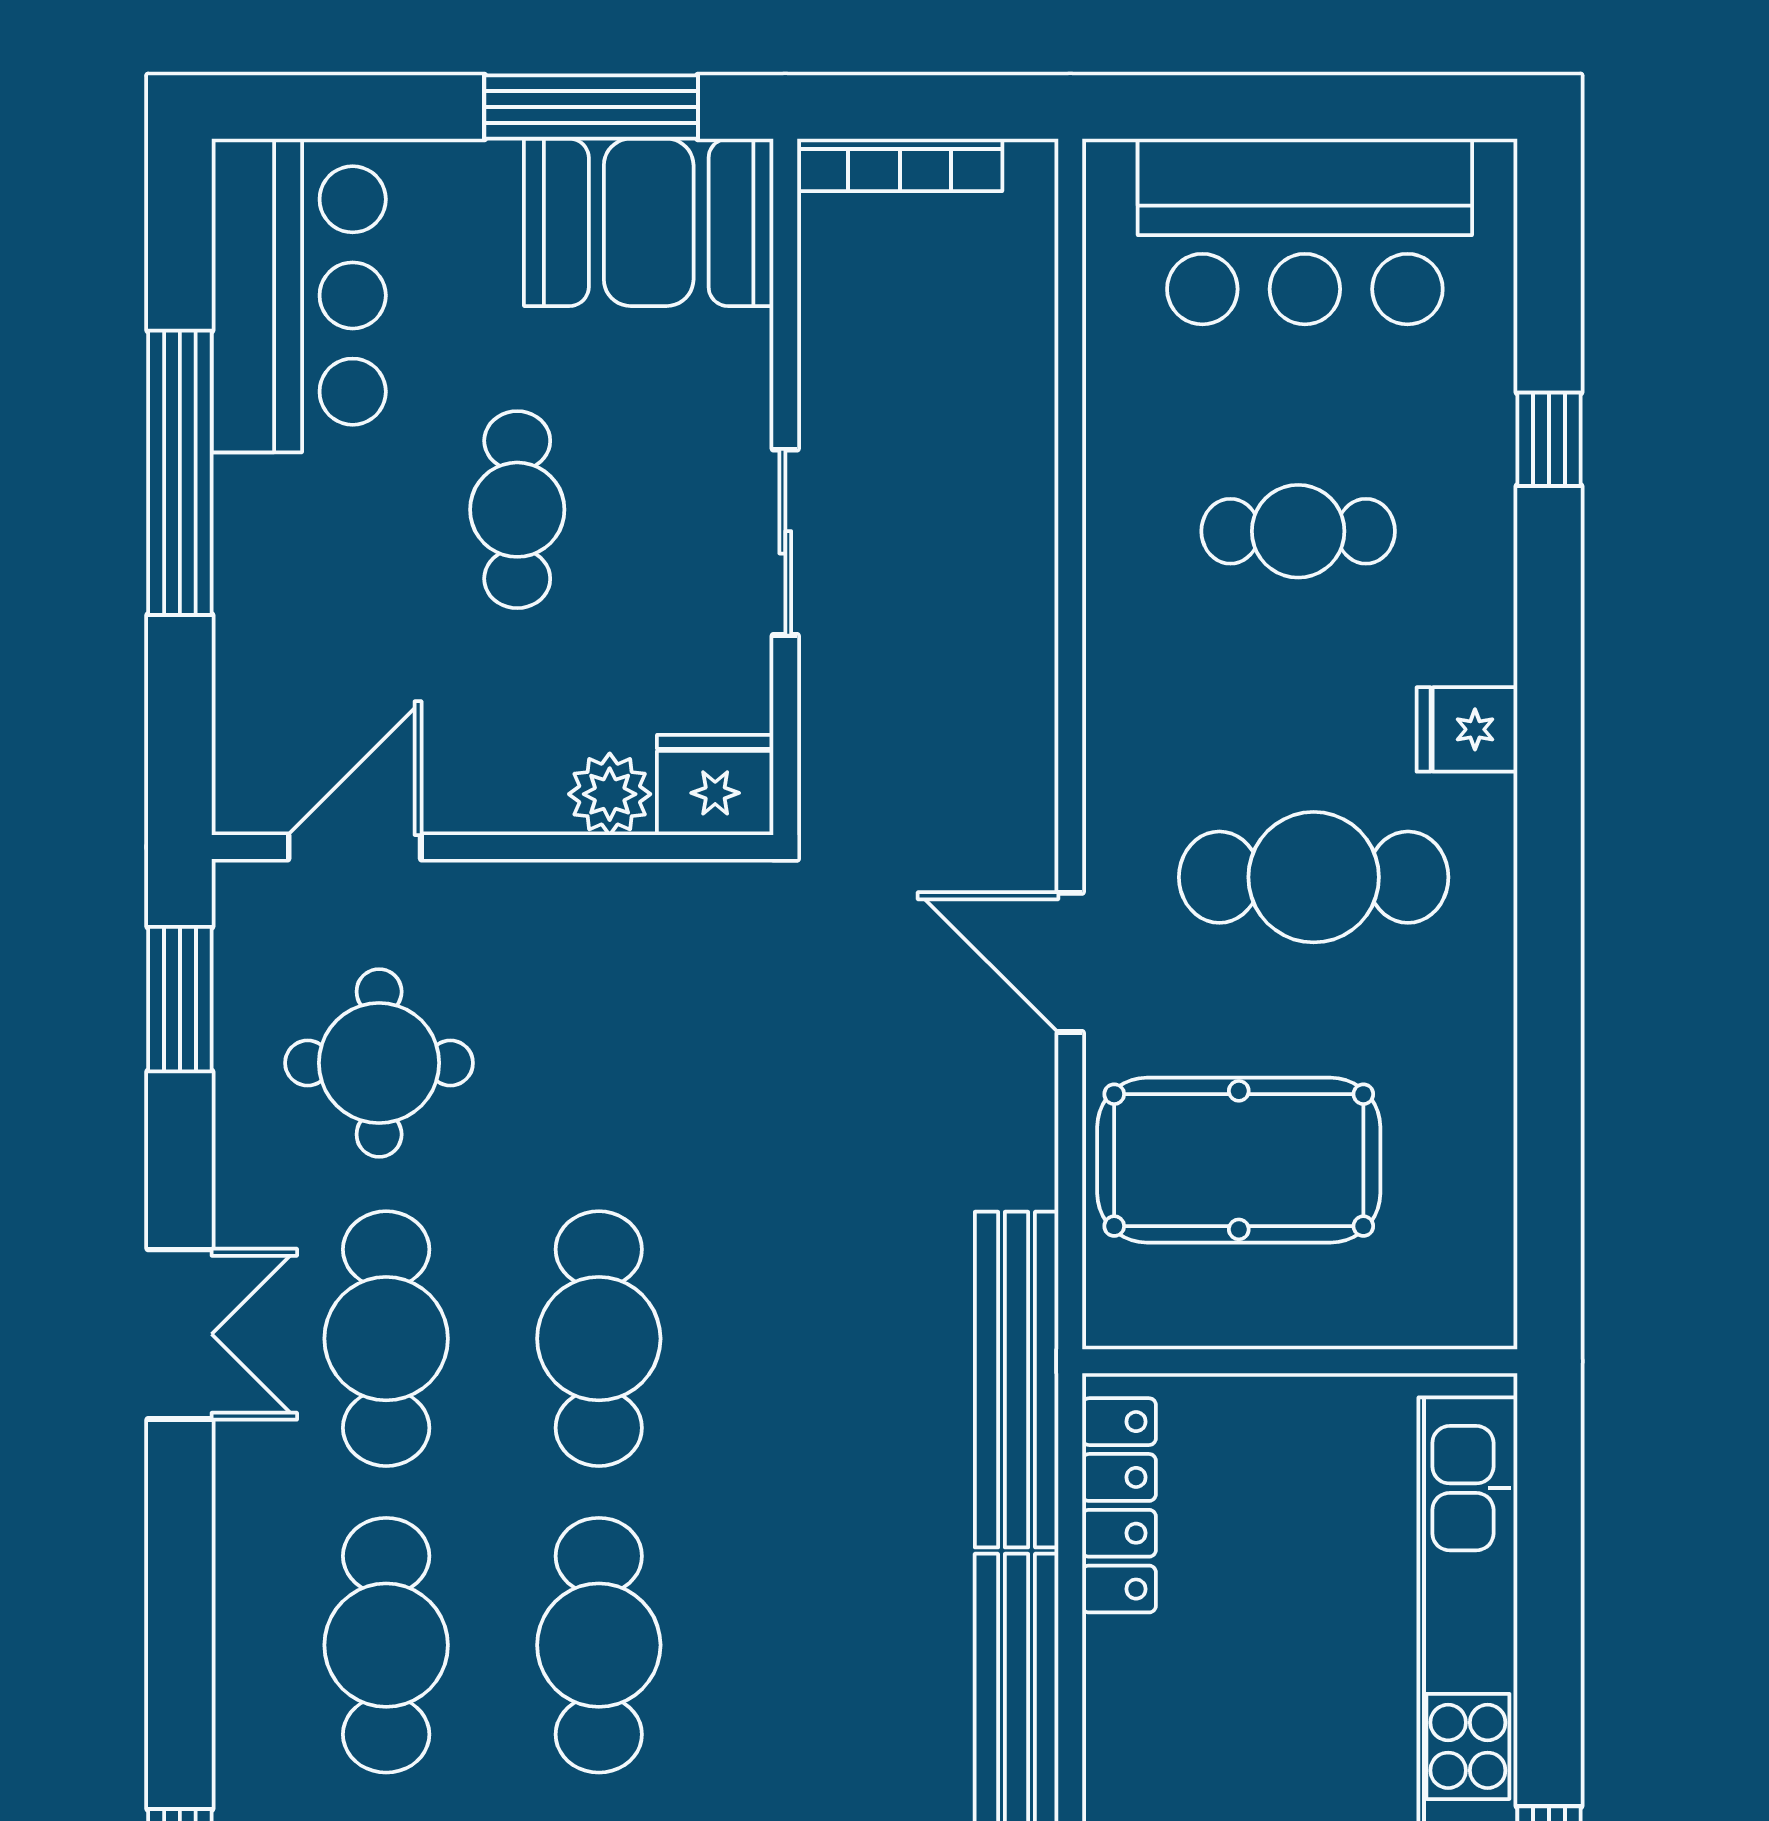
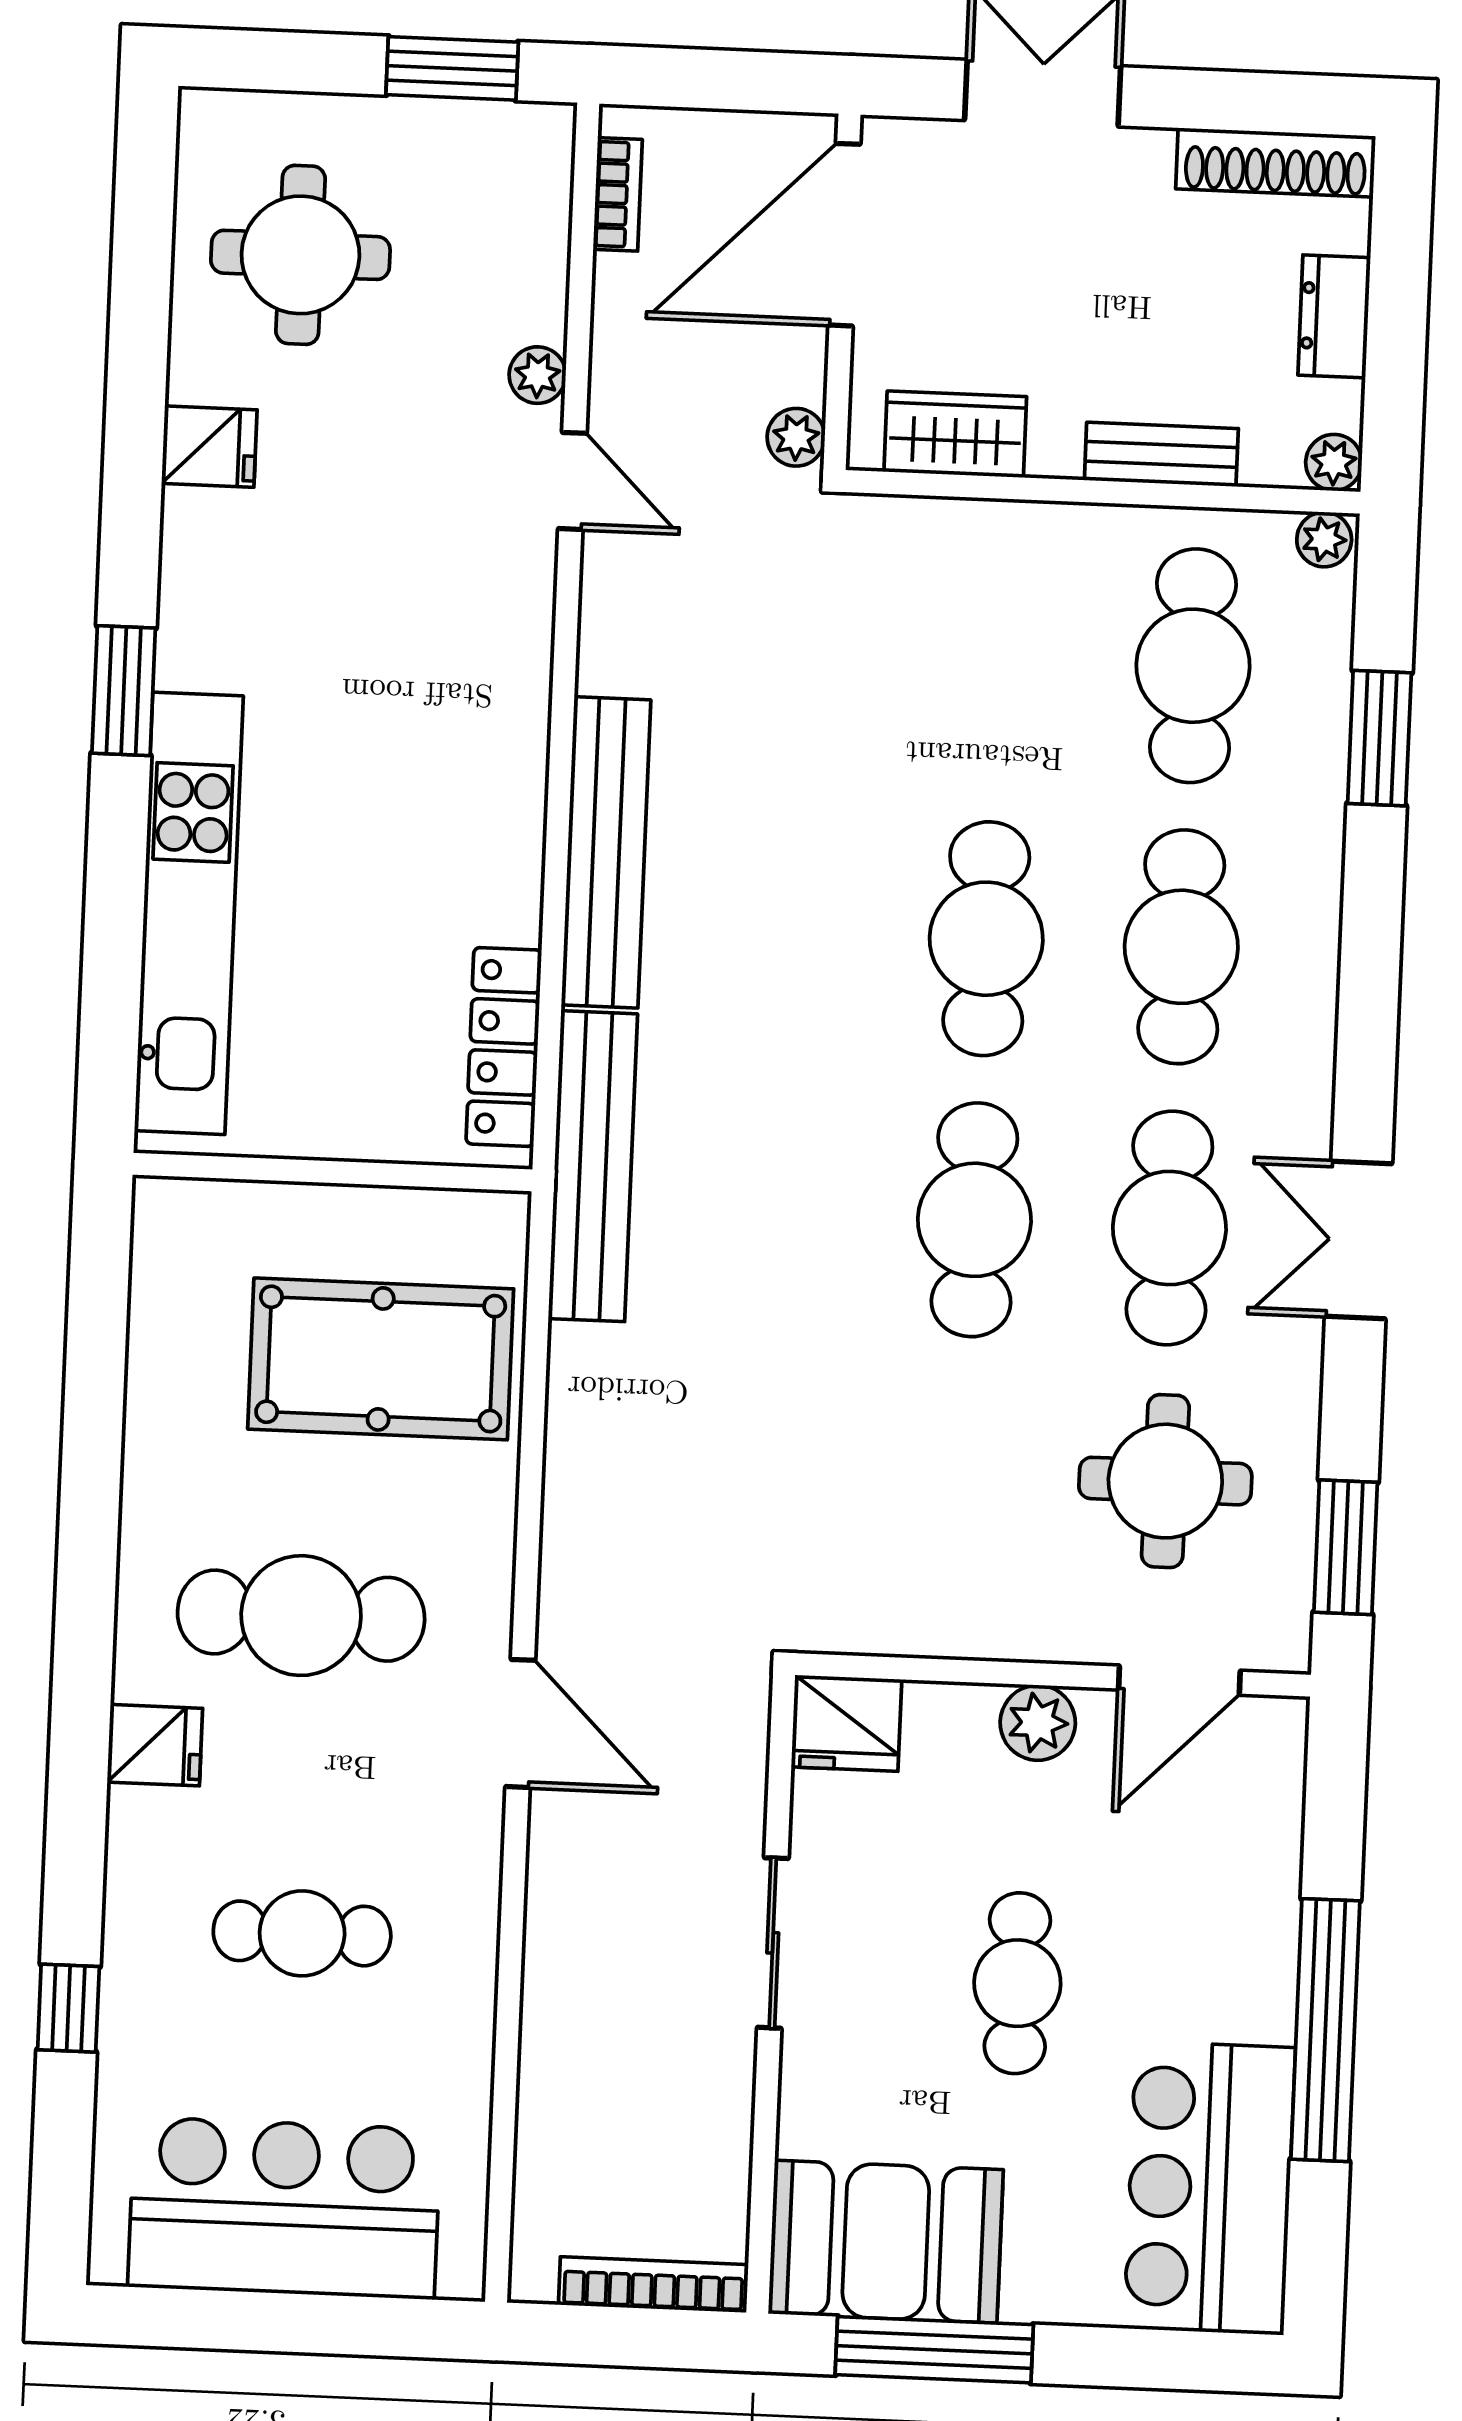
plant: (610, 794) -> (1038, 1723), moved
door: (1070, 962) -> (520, 1723), moved

